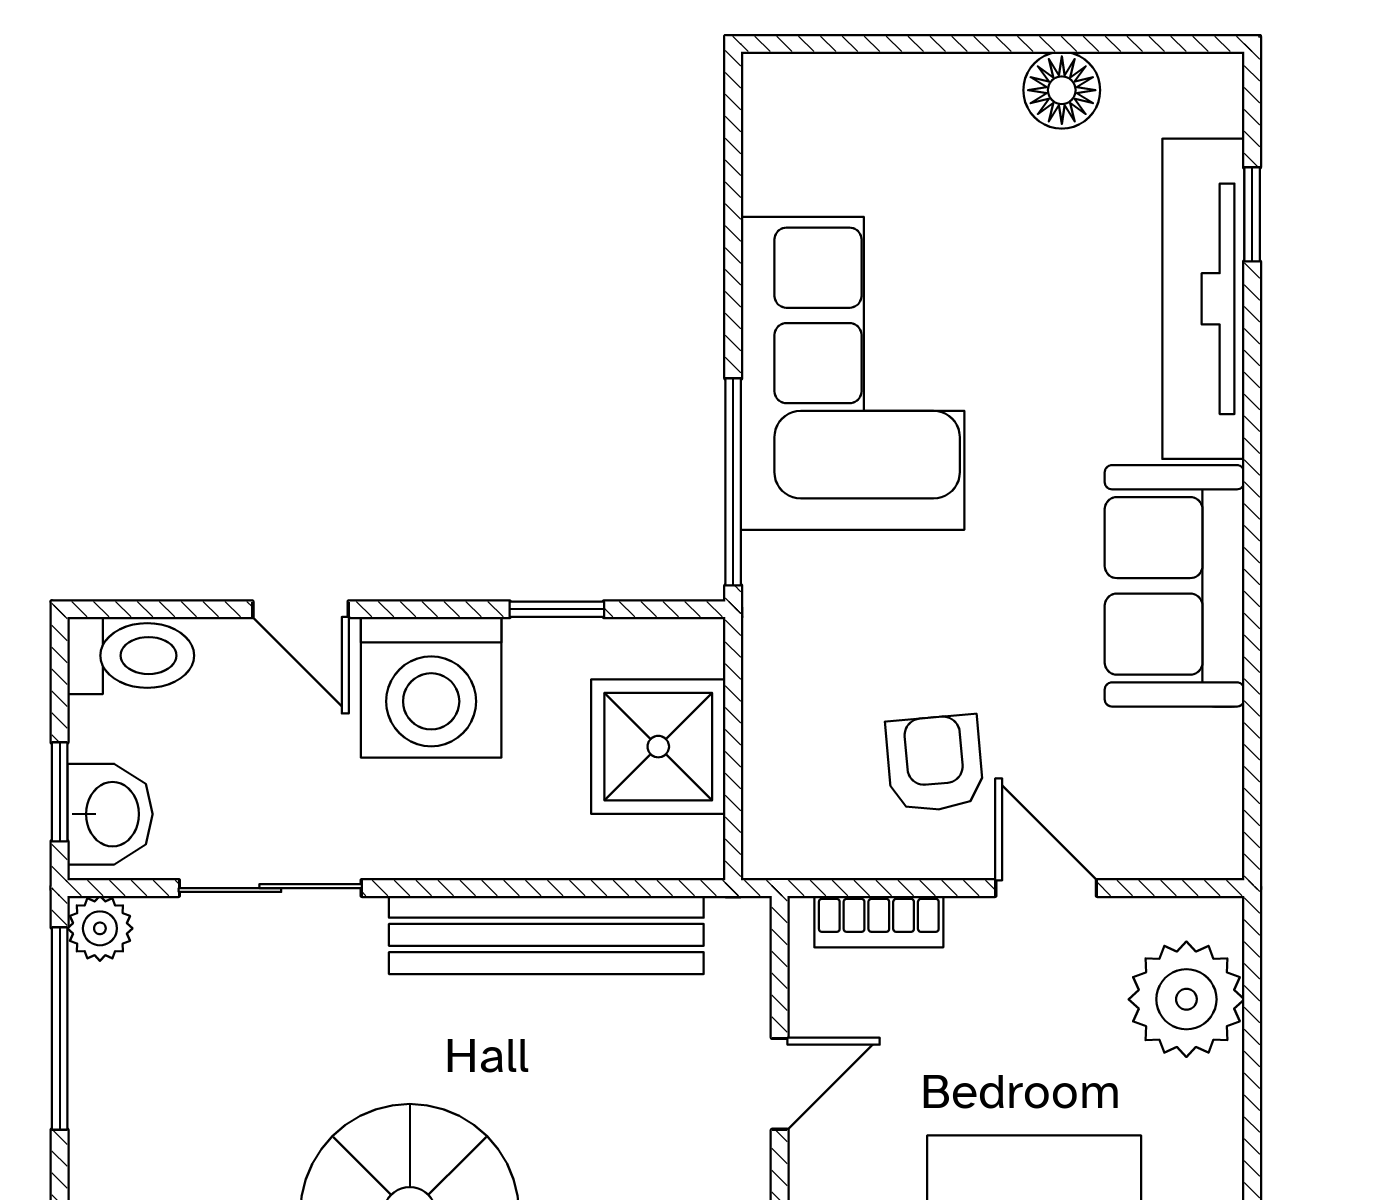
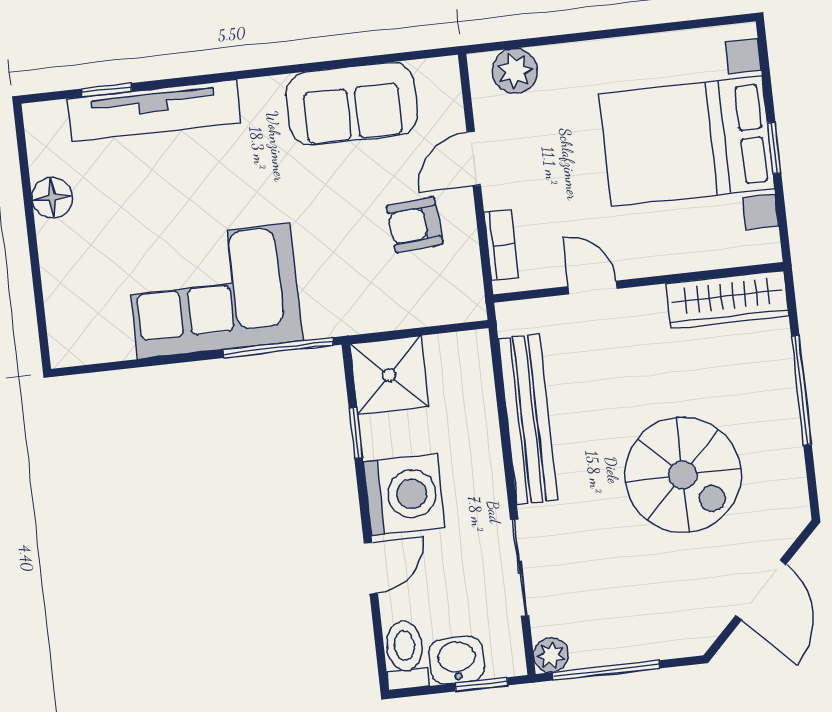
sofa: (1174, 586) -> (352, 104), moved
shower: (658, 747) -> (389, 375), moved
washbasin: (110, 814) -> (457, 660), moved
plant: (1186, 999) -> (515, 71), width x0.73, depth x0.73

